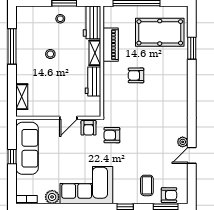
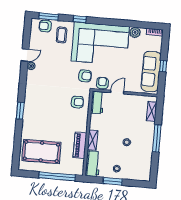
window: (12, 46) -> (157, 138), moved
window: (192, 48) -> (20, 111), moved
armchair: (136, 75) -> (77, 102), moved
workbench: (93, 81) -> (97, 103), moved
corner sofa: (86, 185) -> (100, 44), width x1.36, depth x1.36

